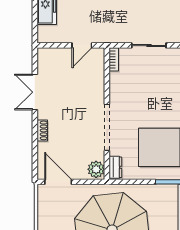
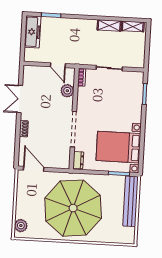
door: (82, 45) -> (58, 65), hinge flipped
plant: (96, 169) -> (67, 91), moved

